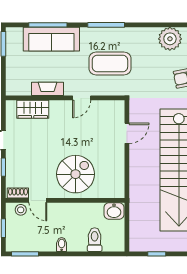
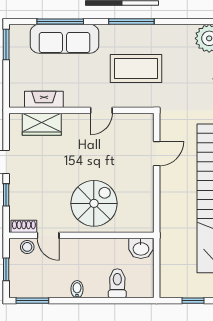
fireplace: (48, 89) -> (44, 99), moved

